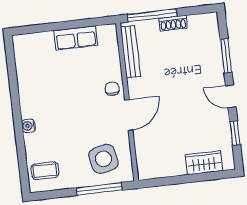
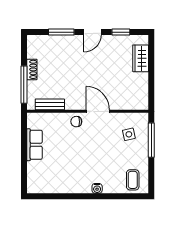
bench: (130, 52) -> (50, 104), width x0.73
side table: (103, 159) -> (129, 134), width x0.54, depth x0.54

